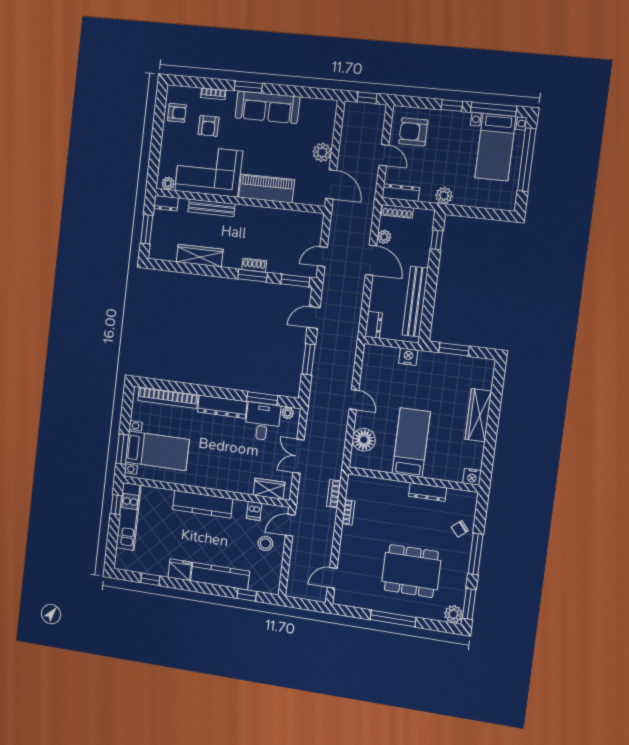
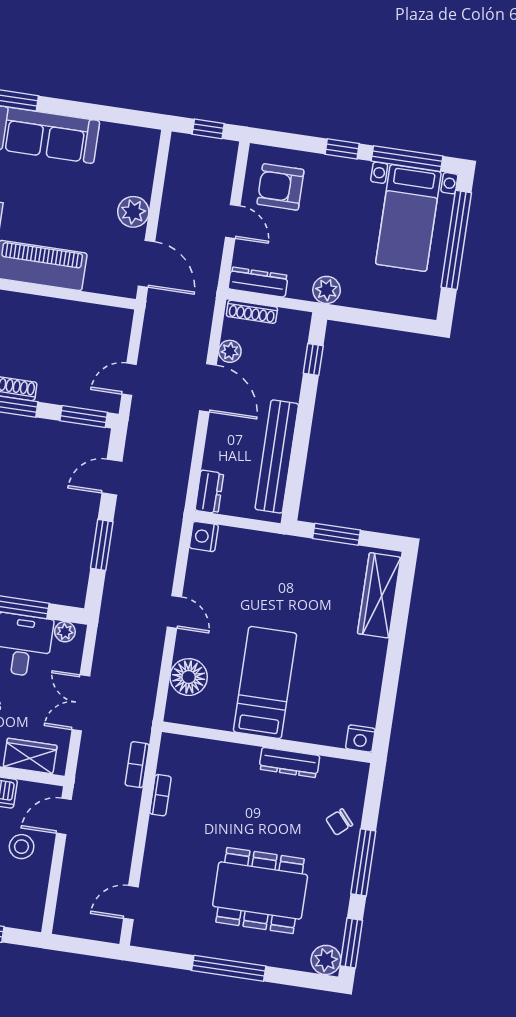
nightstand: (408, 357) -> (204, 536), moved, turned -90
wardrobe: (478, 415) -> (379, 595), moved

